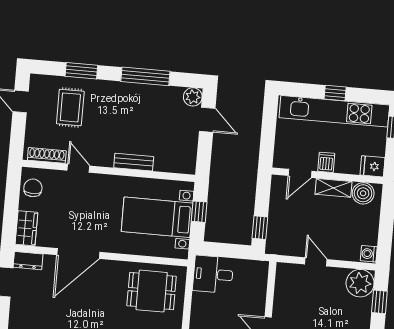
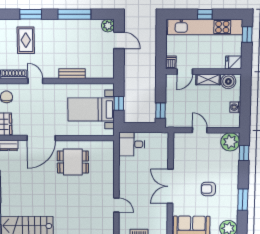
dishwasher: (326, 162) -> (171, 62), moved
washing machine: (369, 254) -> (235, 107), moved
dining table: (152, 291) -> (73, 162), moved

